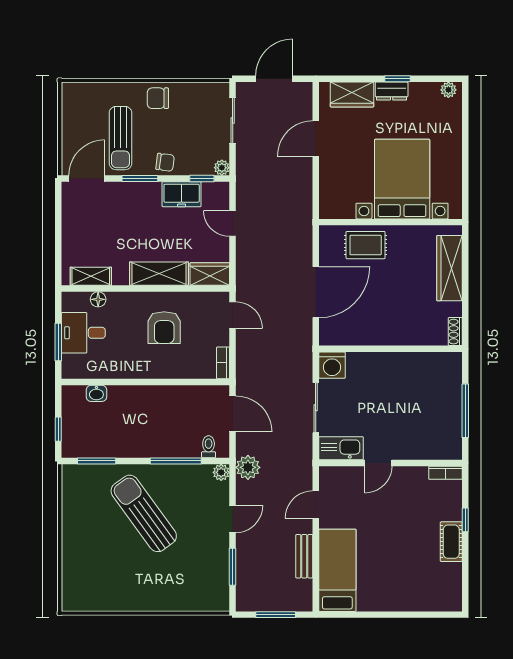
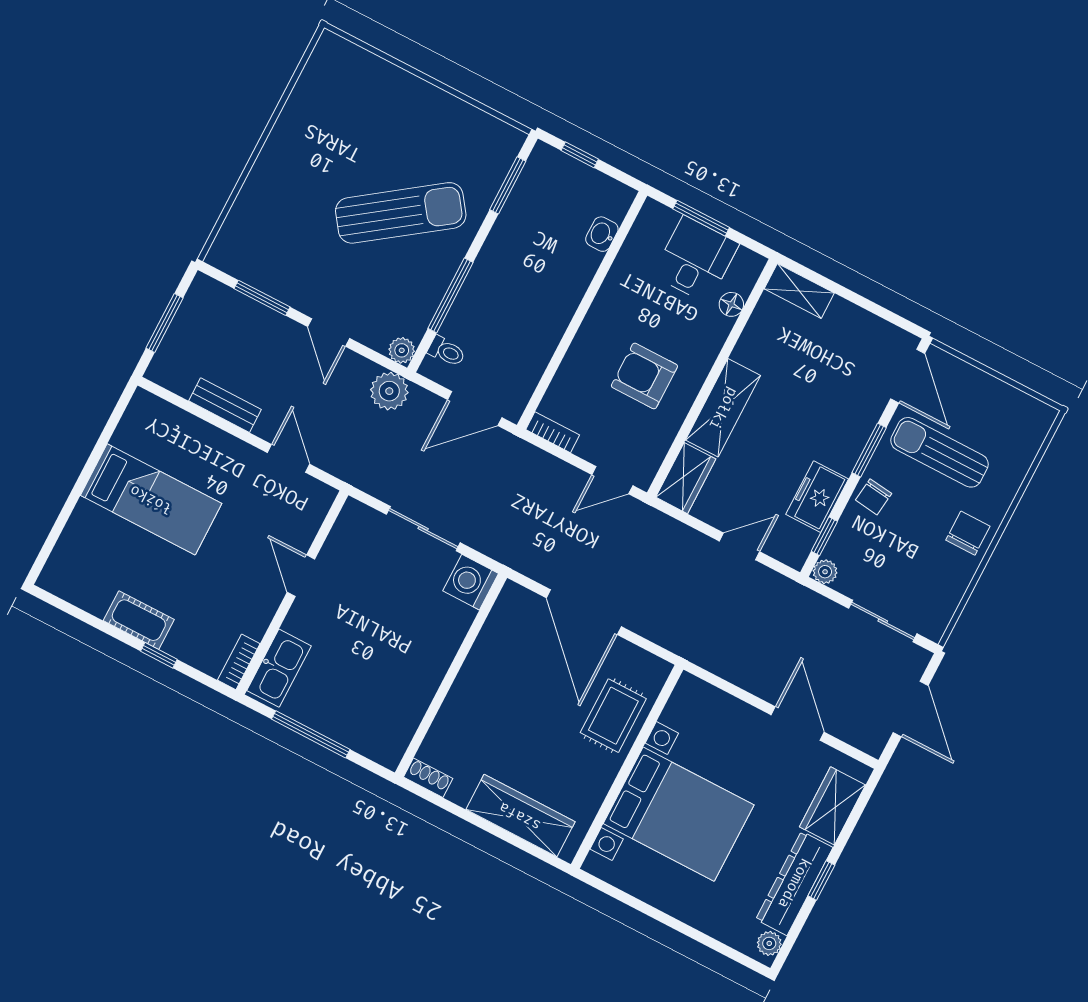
dresser: (392, 91) -> (794, 883), width x1.96, depth x1.24
shelving: (91, 276) -> (799, 291), moved, turned 90
kitchen sink: (341, 448) -> (279, 668), moved
bed: (337, 570) -> (151, 499), moved

